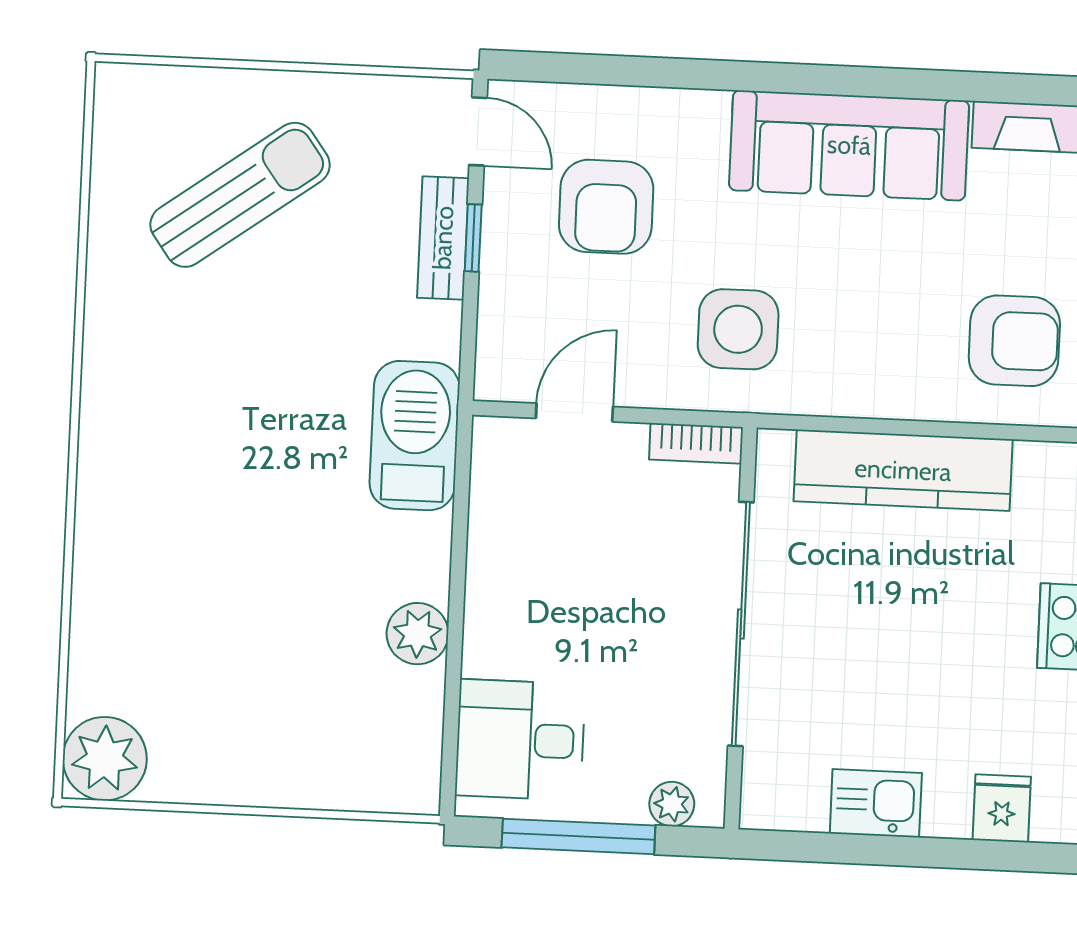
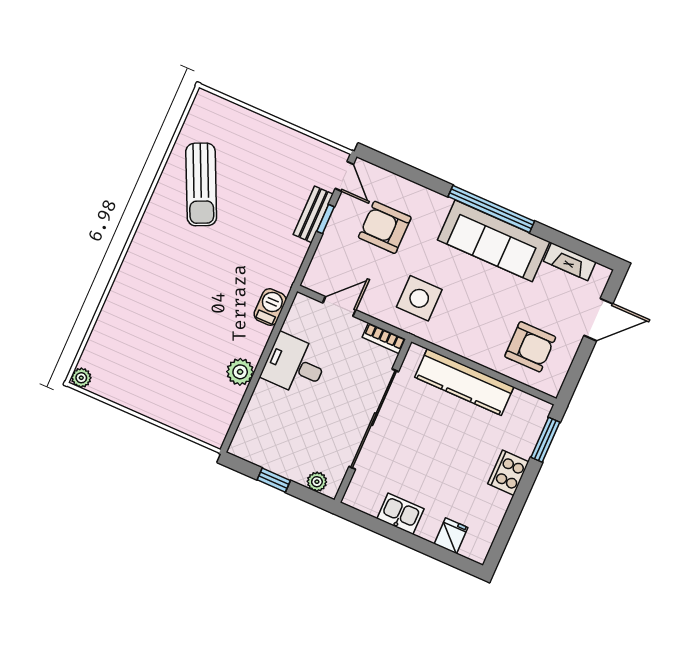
window: (817, 80) -> (491, 209), added
sun lounger: (240, 195) -> (201, 184), moved, turned 101
armchair: (606, 207) -> (385, 227), turned 90
barbecue: (415, 436) -> (270, 307), width x0.53, depth x0.65
desk: (520, 740) -> (295, 365), moved
plant: (105, 759) -> (81, 378), width x0.53, depth x0.53
window: (578, 836) -> (274, 480), width x0.46

